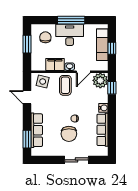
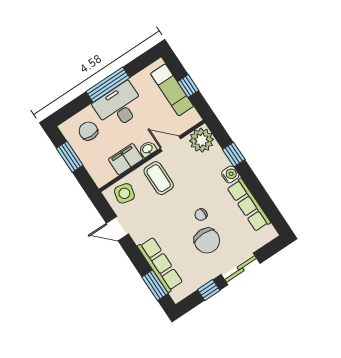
door: (83, 72) -> (171, 144), swing flipped
window: (112, 88) -> (234, 155), moved
window: (53, 160) -> (209, 290), added

